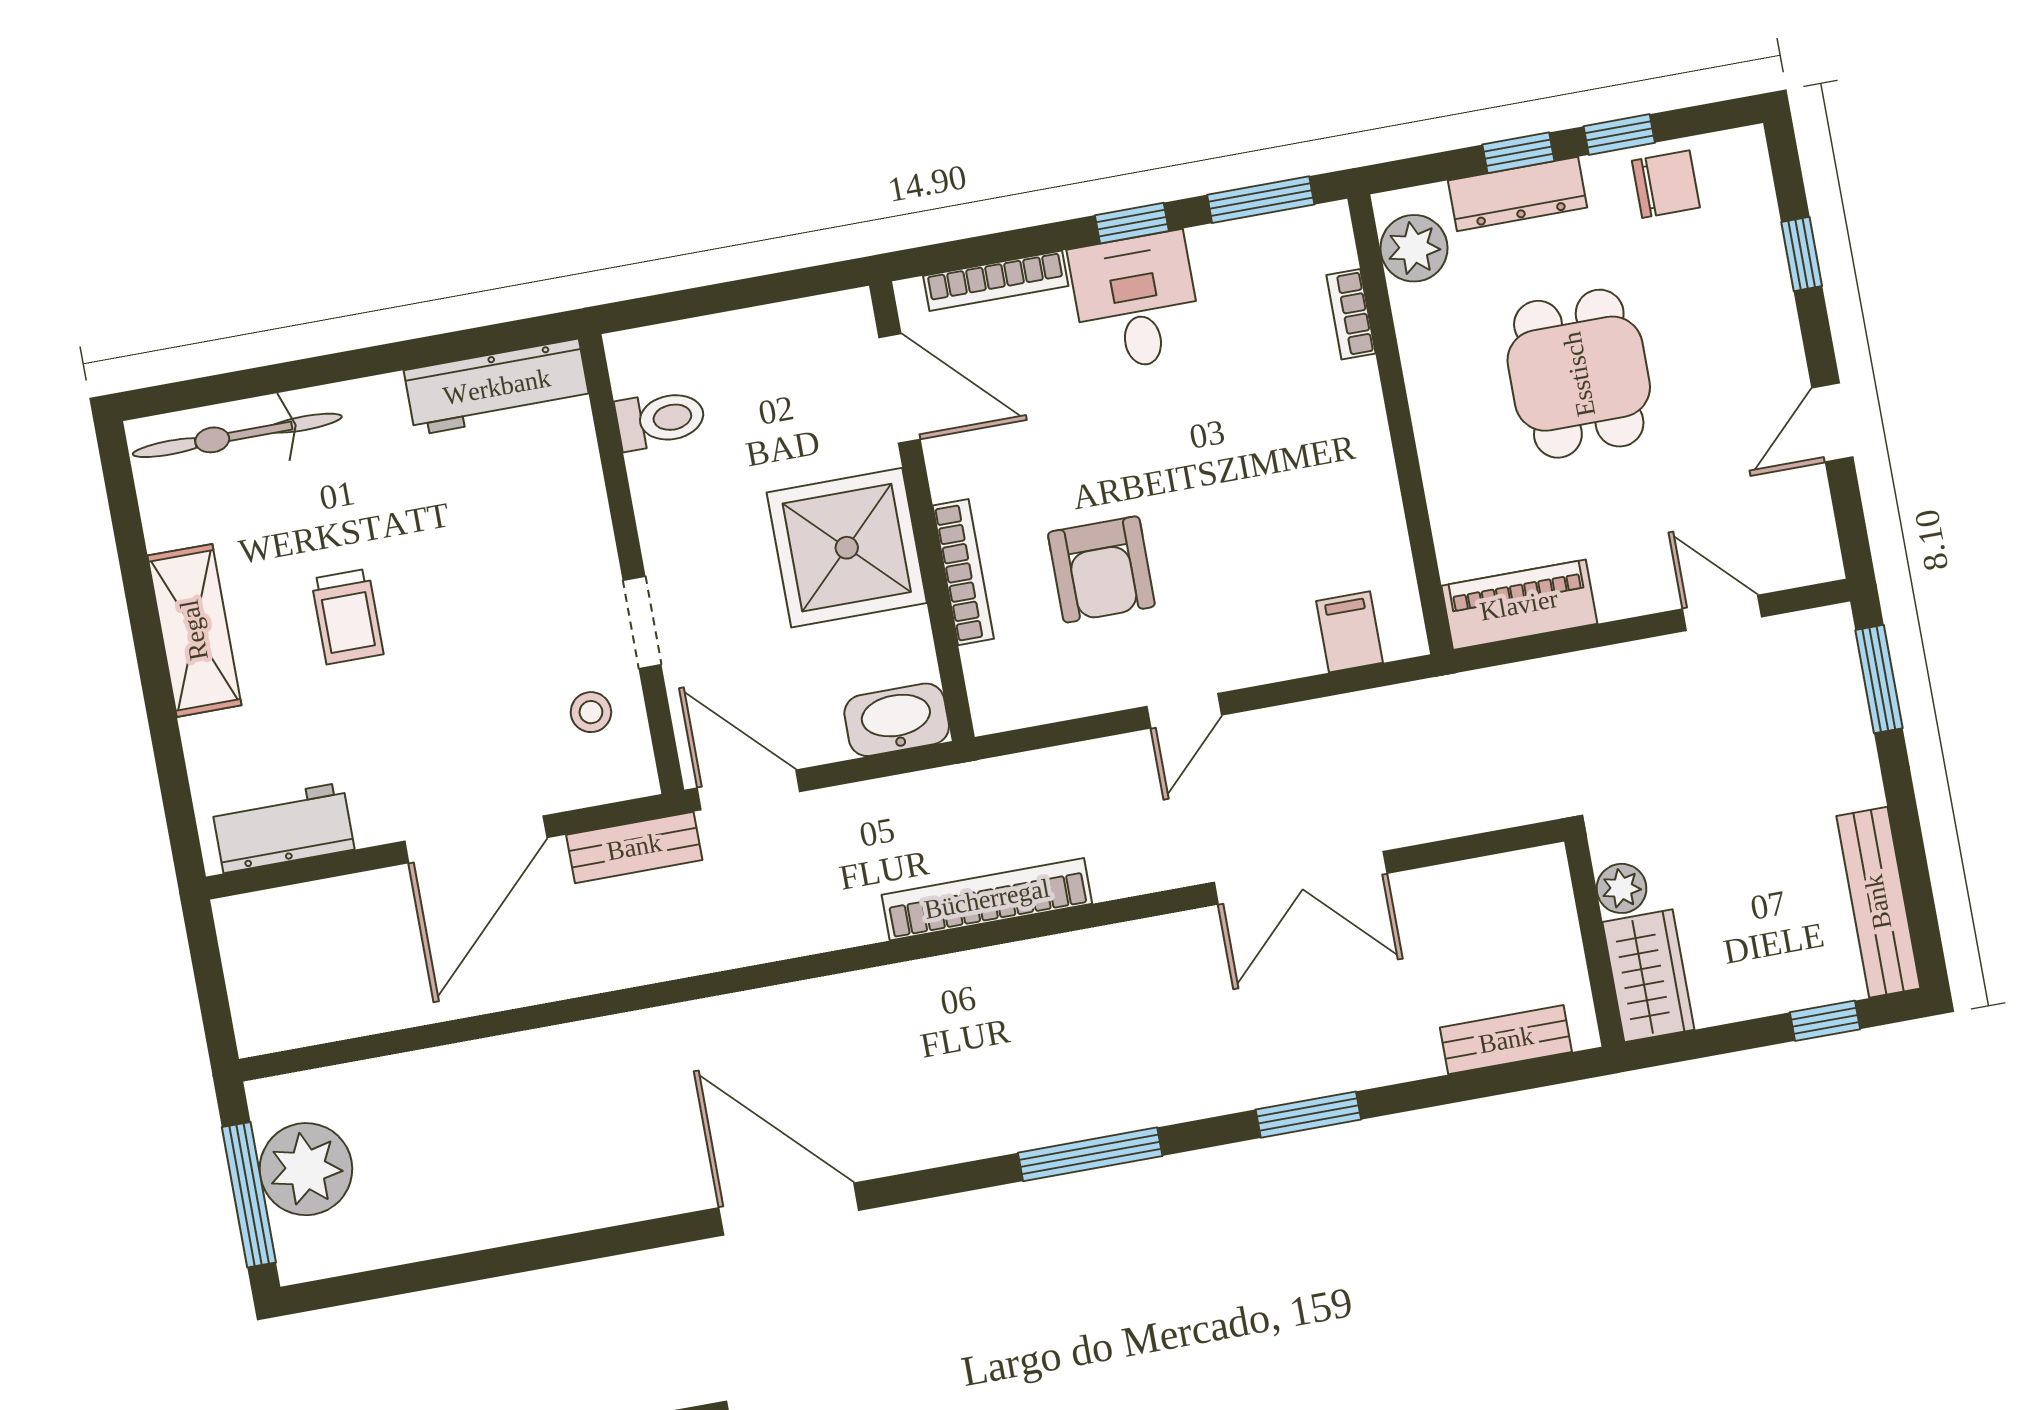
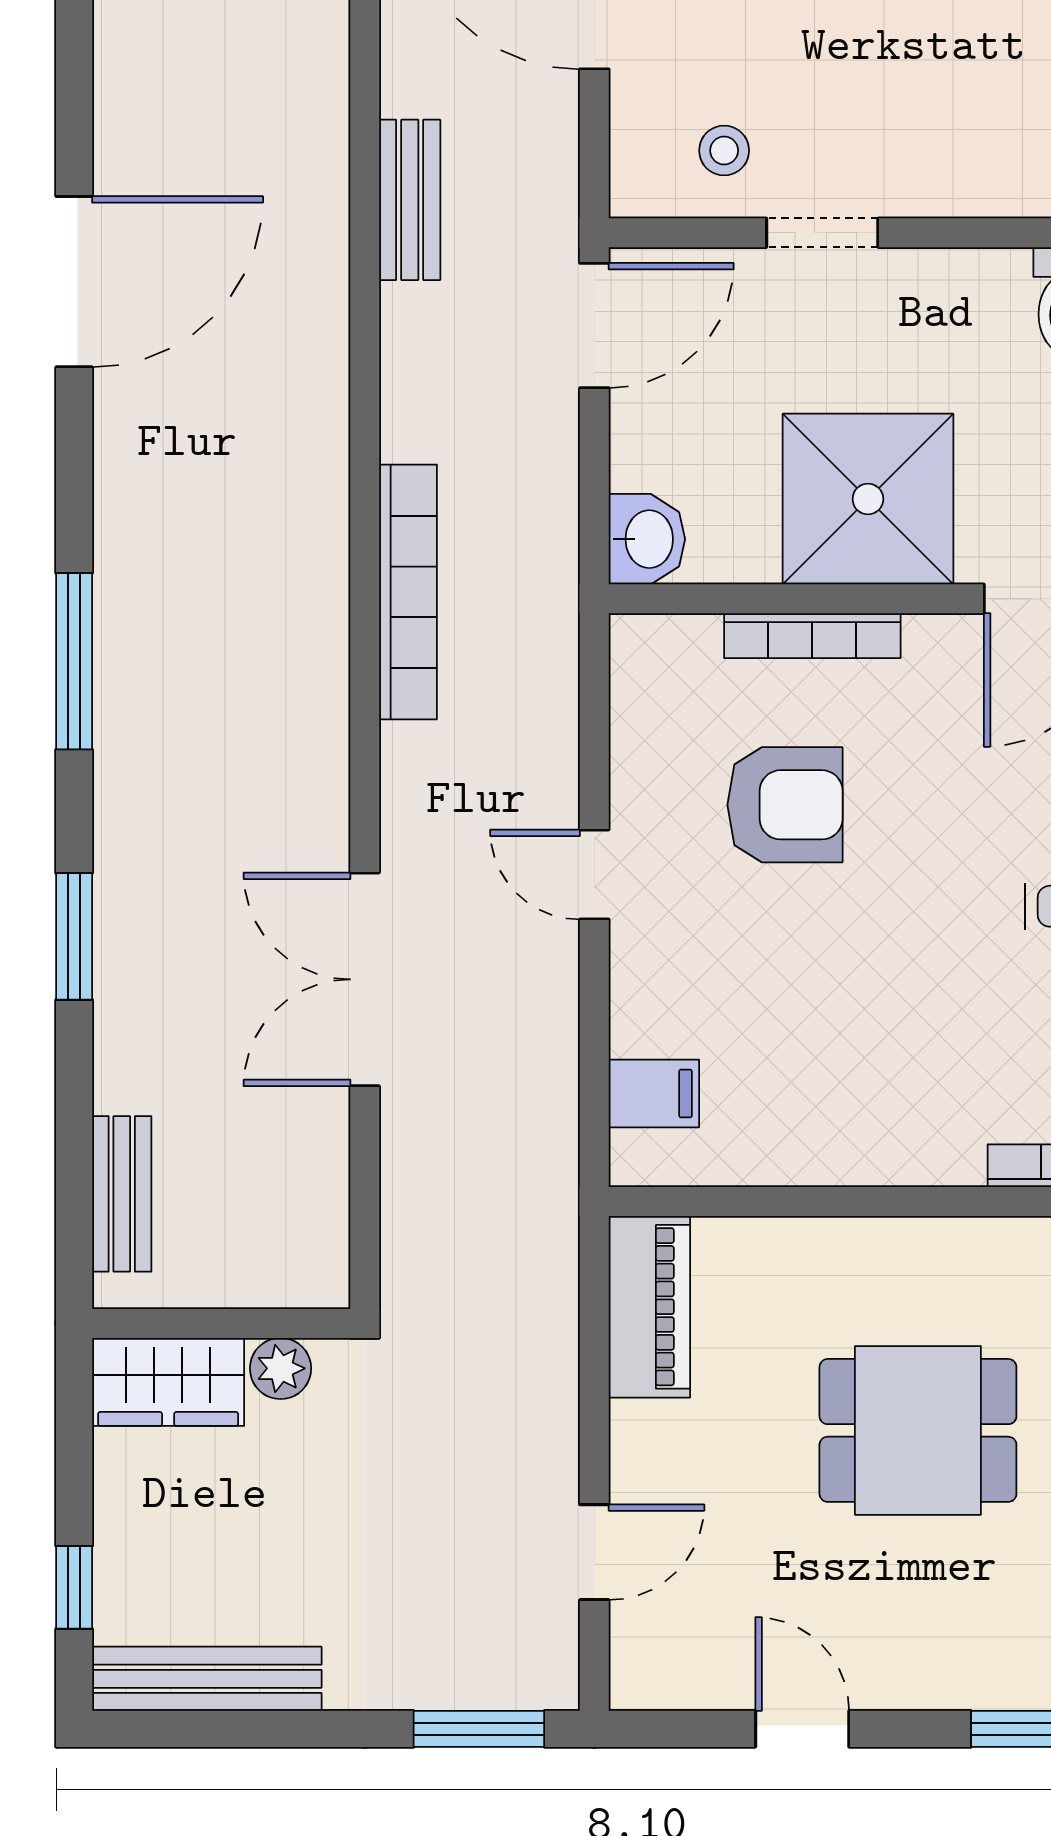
armchair: (1101, 569) -> (785, 805), turned 180
washbasin: (897, 720) -> (647, 539), width x0.72
bench: (634, 847) -> (410, 200), moved

